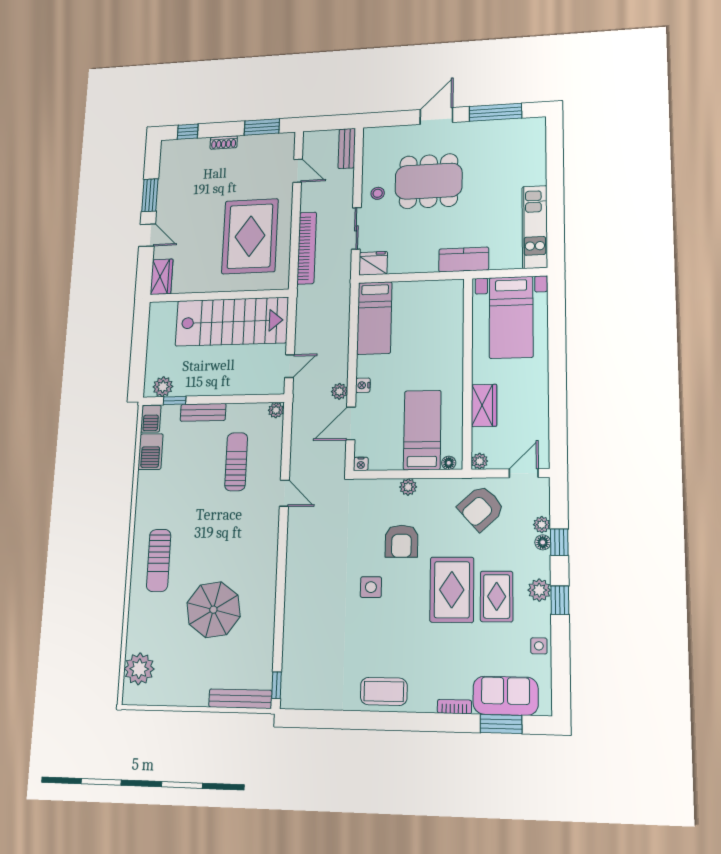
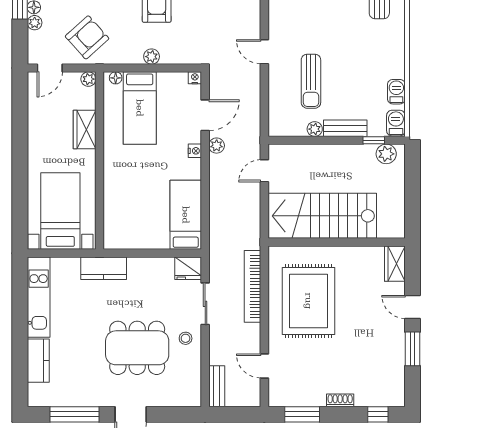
kitchen counter: (535, 163) -> (38, 361), added
plant: (276, 410) -> (315, 129), moved
barbecue: (151, 452) -> (396, 92), width x0.73, depth x0.79

